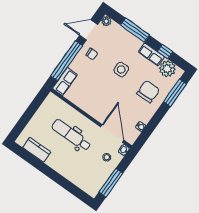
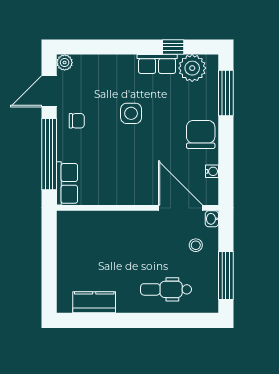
window: (135, 30) -> (112, 47), removed
chair: (148, 92) -> (201, 134), moved
dental chair: (71, 135) -> (166, 289), moved, width x0.73, depth x0.72

